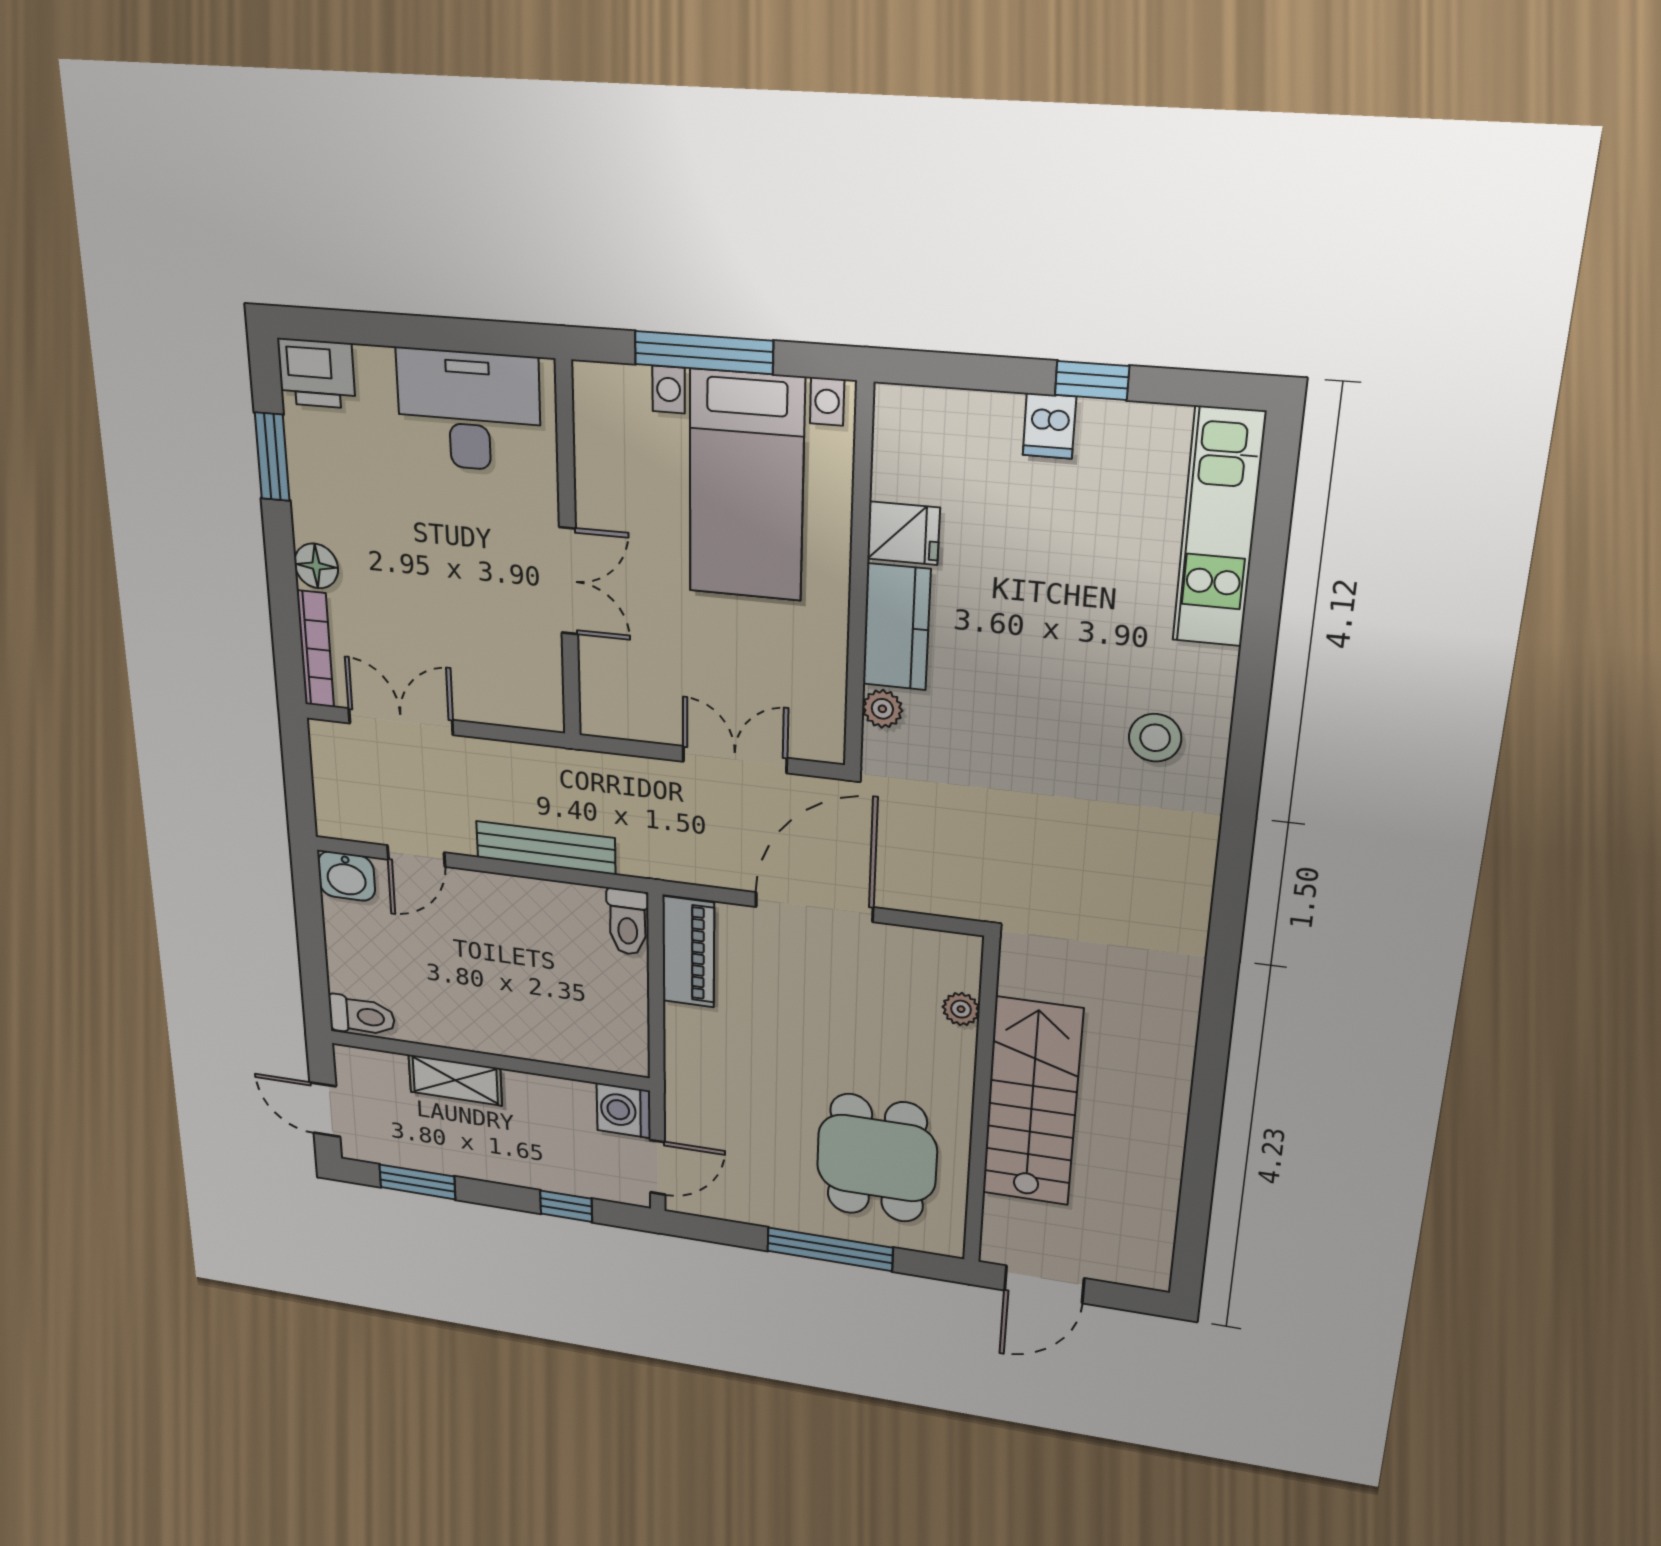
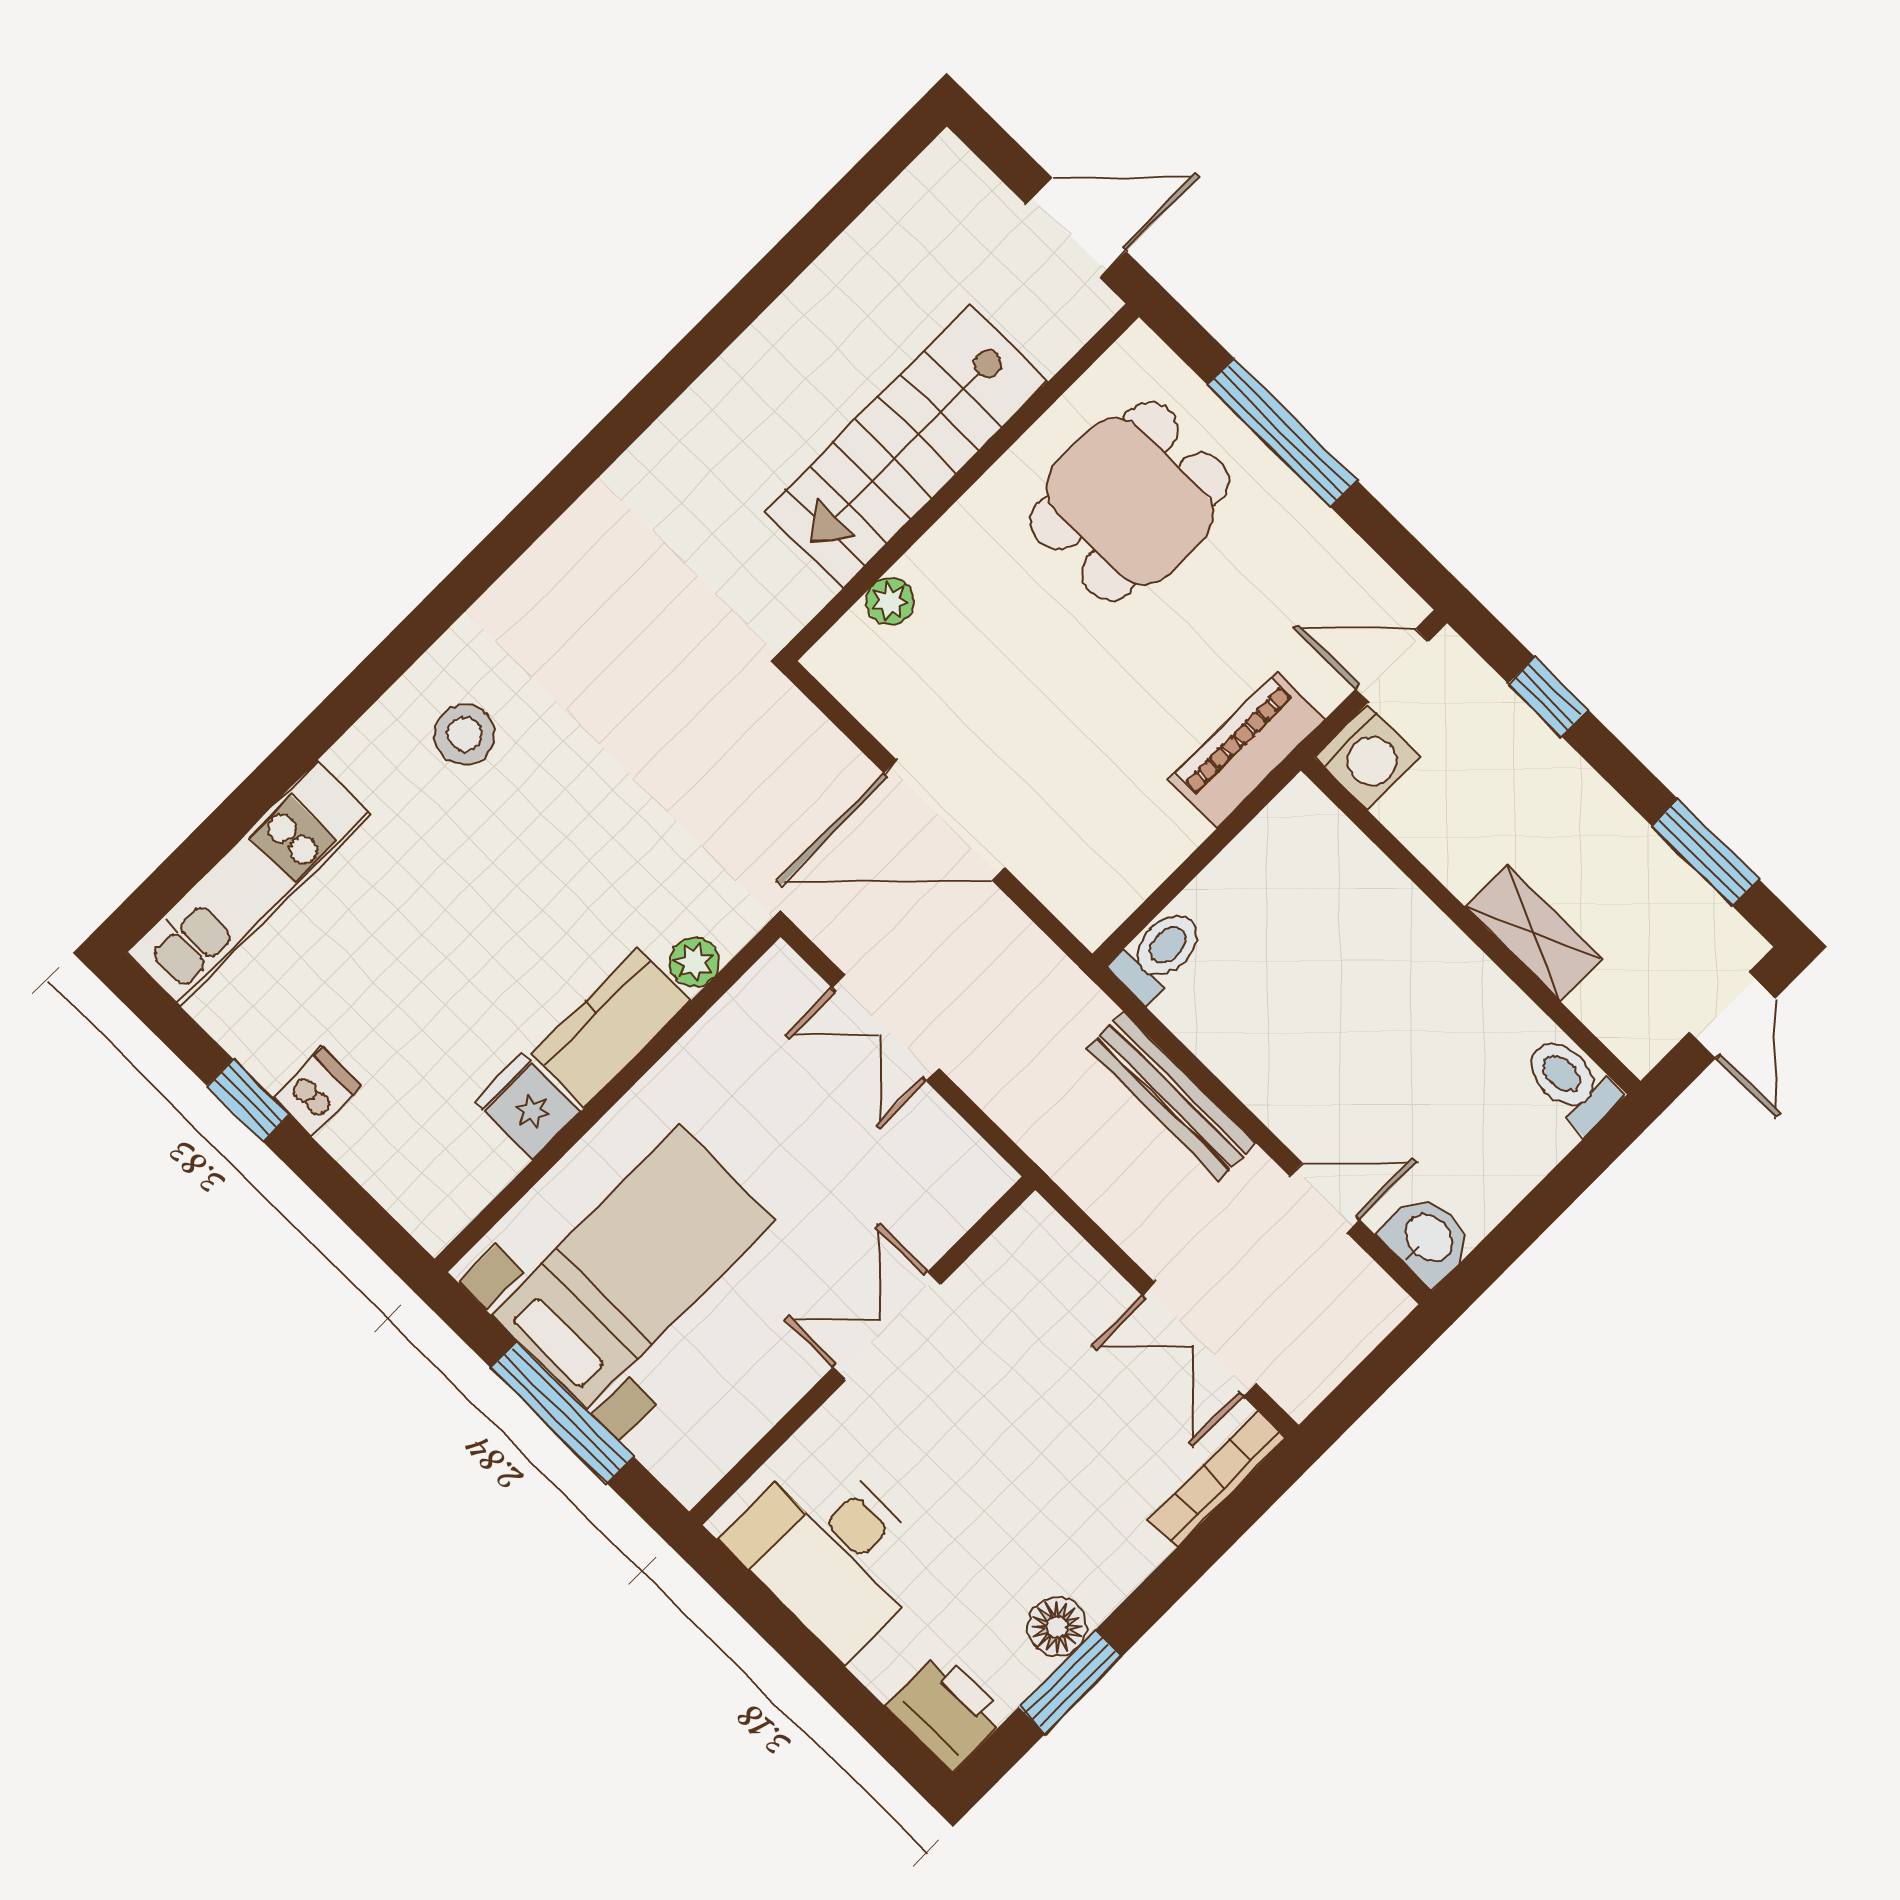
floor lamp: (316, 566) -> (1057, 1627), moved
piano: (688, 952) -> (1247, 749), moved

